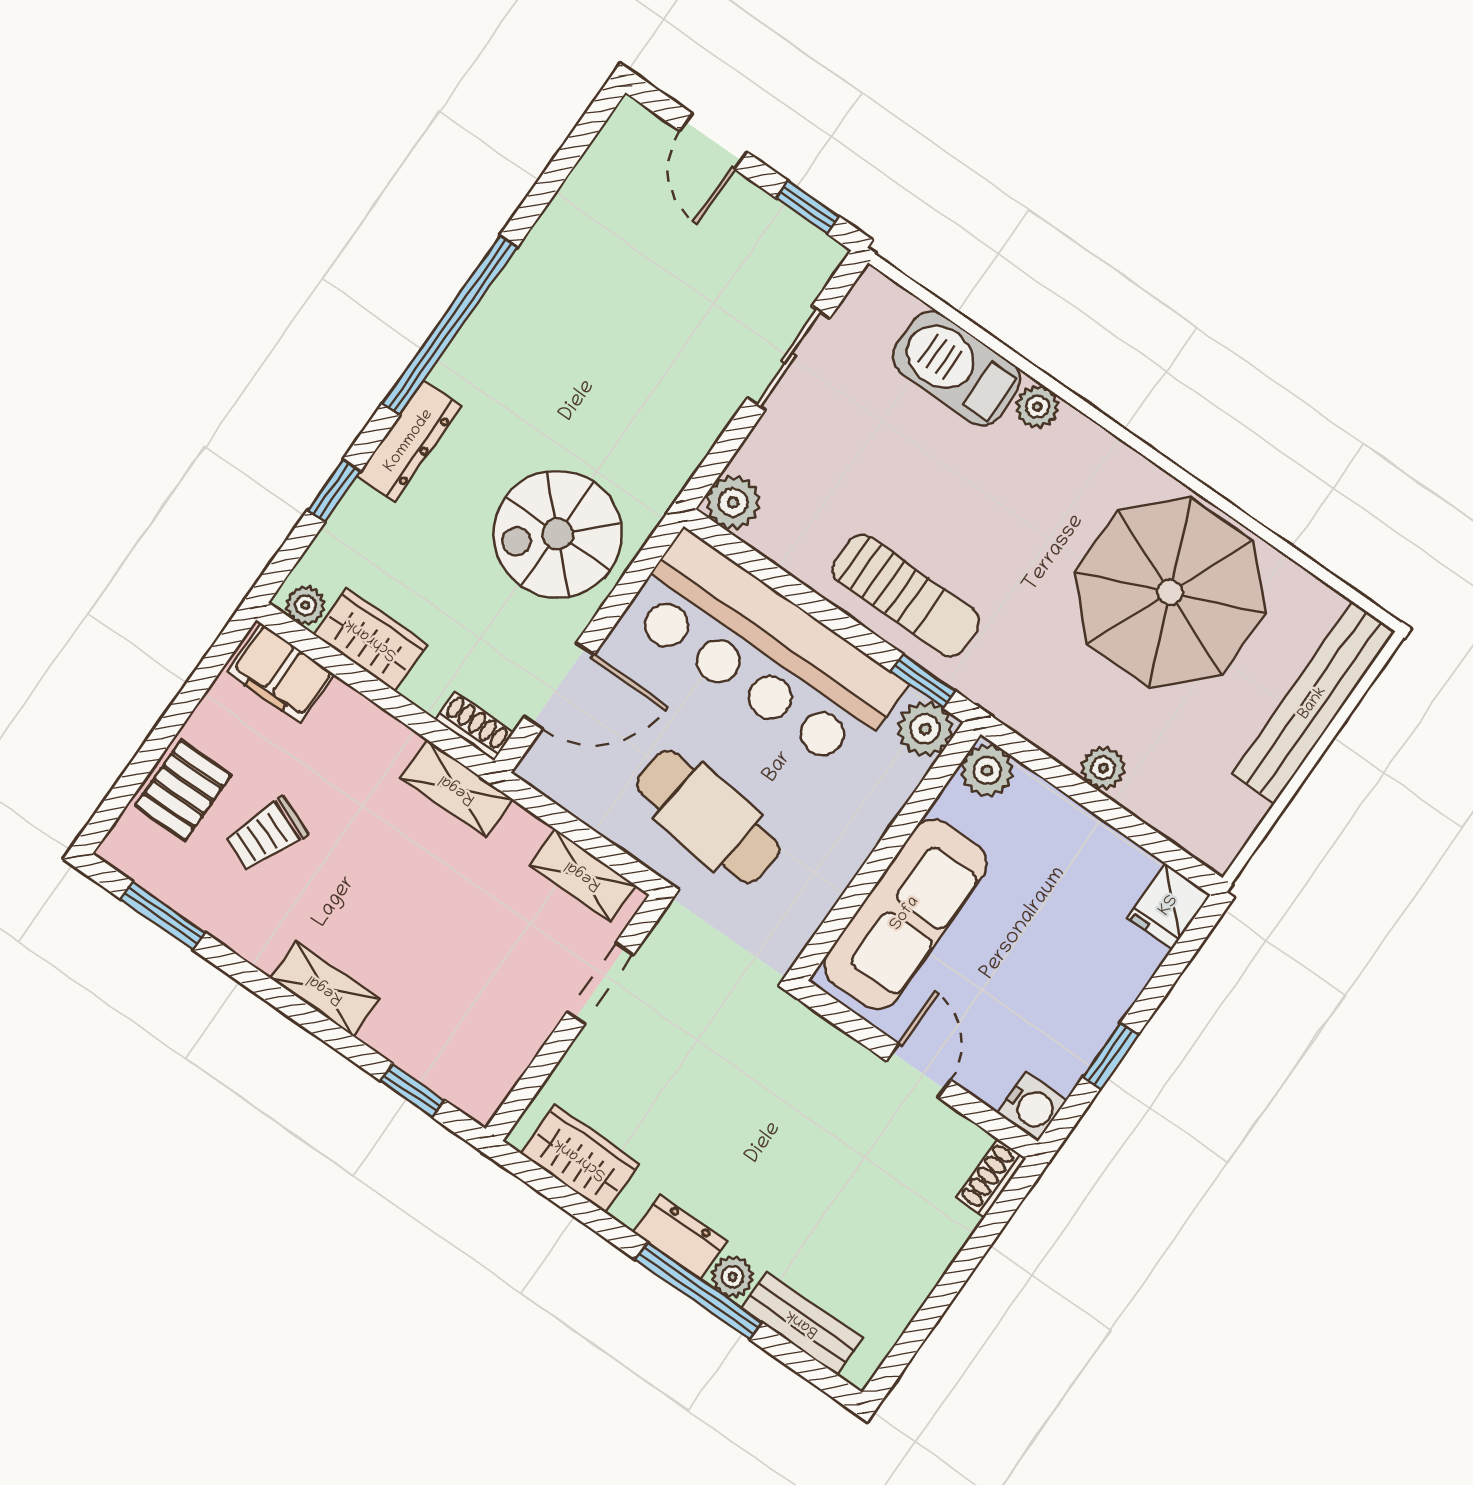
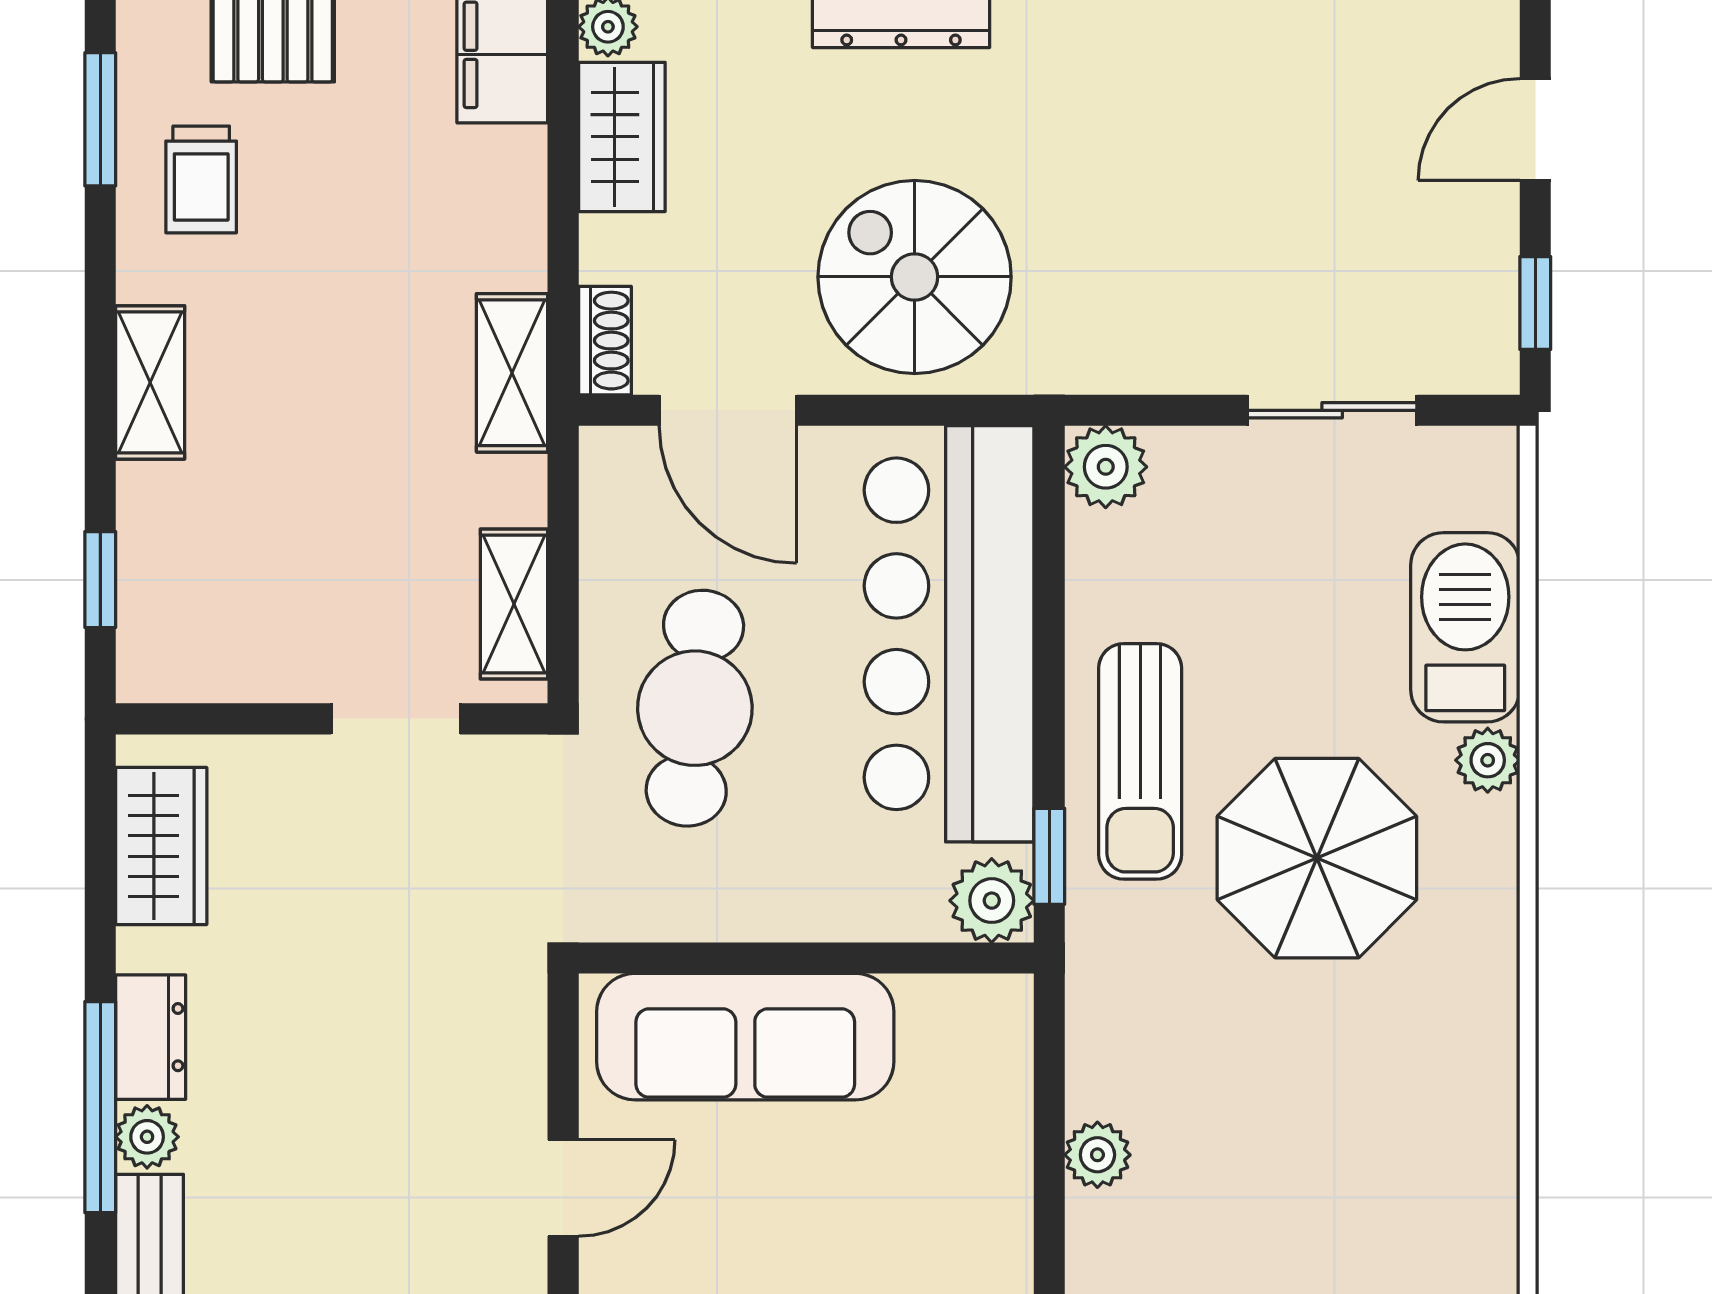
parasol: (1170, 592) -> (1317, 858), moved, width x0.73, depth x0.73
plant: (987, 770) -> (994, 1013), removed
trolley: (266, 834) -> (201, 179), moved, turned -112

